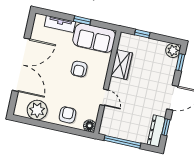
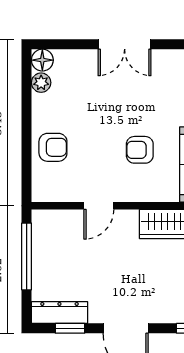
double door: (21, 65) -> (125, 44), width x0.54
plant: (37, 110) -> (41, 83), width x0.53, depth x0.53
floor lamp: (90, 126) -> (42, 60), moved

